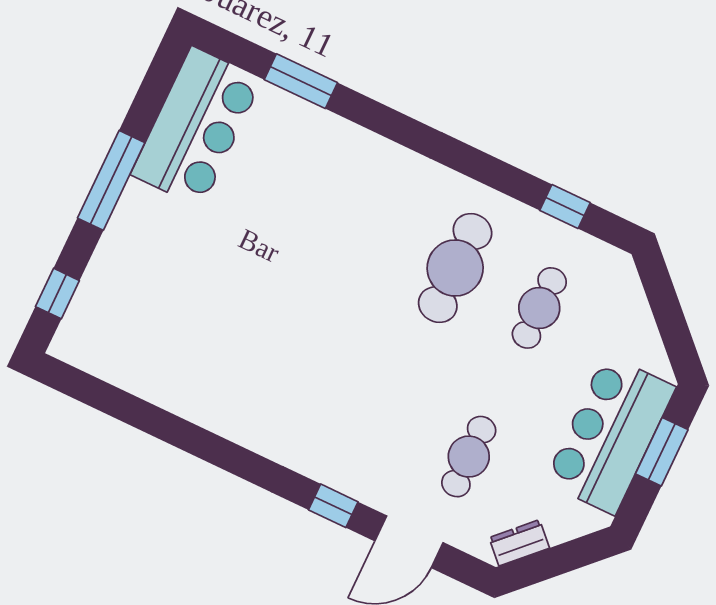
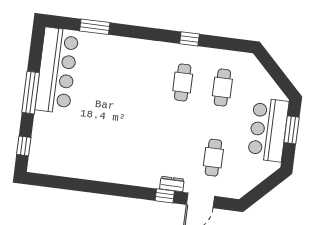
bar counter: (197, 127) -> (57, 70), width x1.36
window: (565, 207) -> (189, 39), moved
cafe table: (455, 268) -> (183, 82), width x0.73, depth x0.74
dresser: (519, 543) -> (172, 184), moved, turned 45

